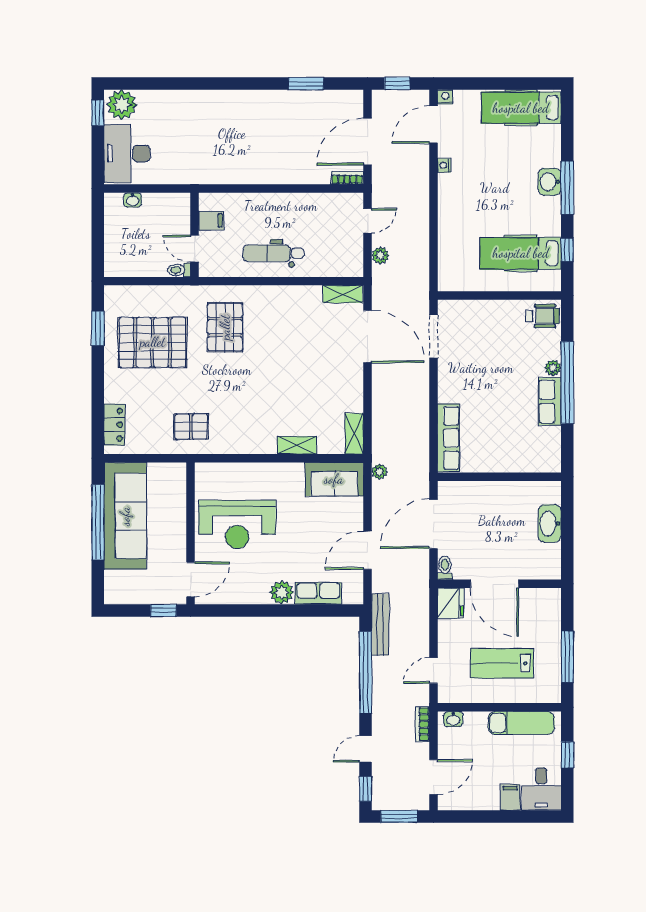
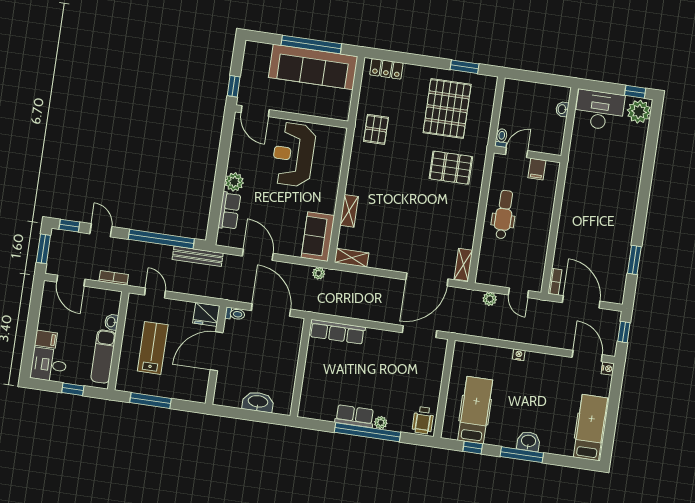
nightstand: (444, 165) -> (519, 355), moved
washbasin: (453, 719) -> (111, 322), moved

